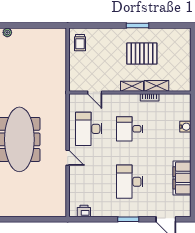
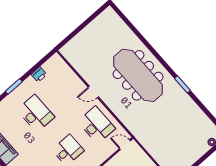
door: (95, 92) -> (125, 145), moved
printer: (84, 211) -> (39, 74), moved

